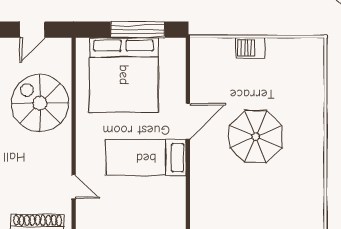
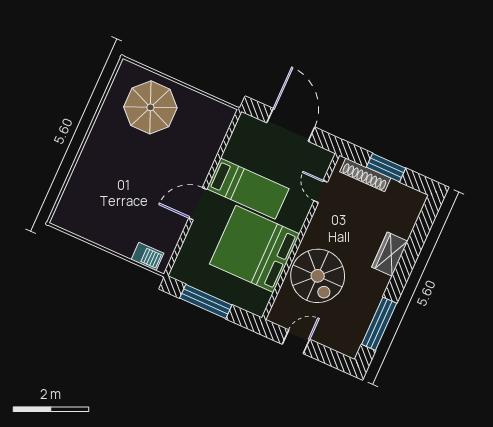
barbecue: (250, 48) -> (147, 256), moved
bed: (124, 75) -> (255, 249), moved, turned -90
parasol: (256, 137) -> (150, 107), moved

